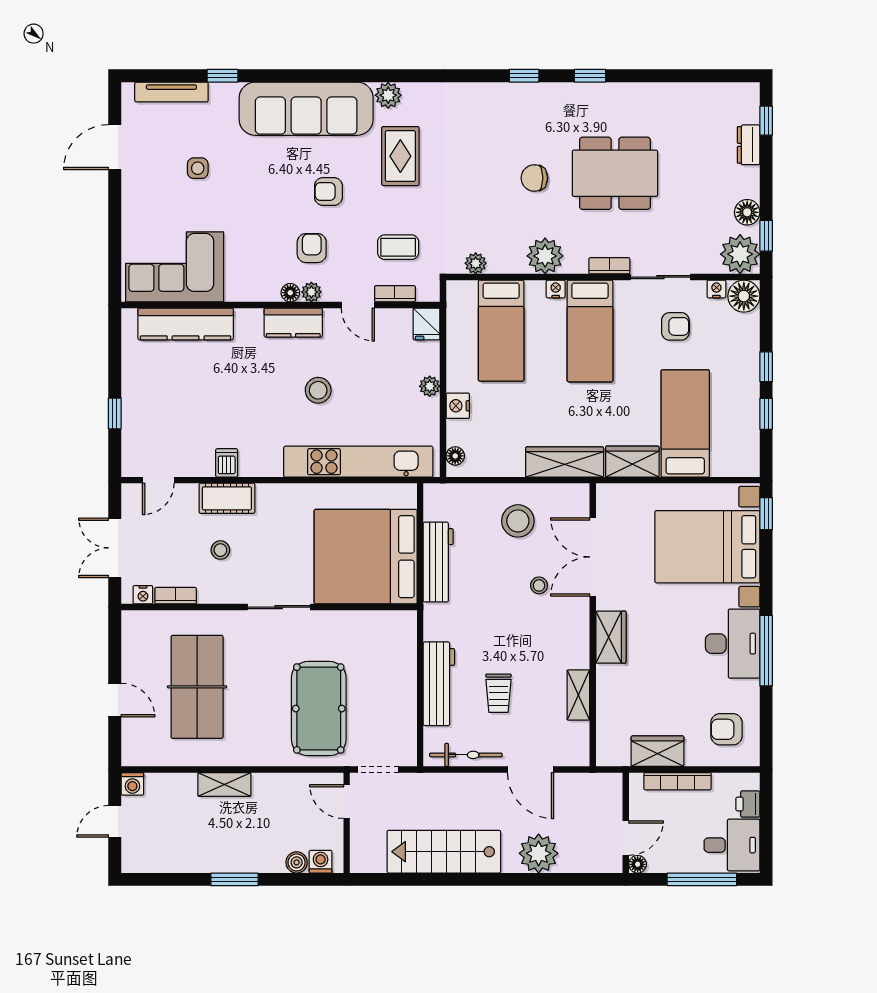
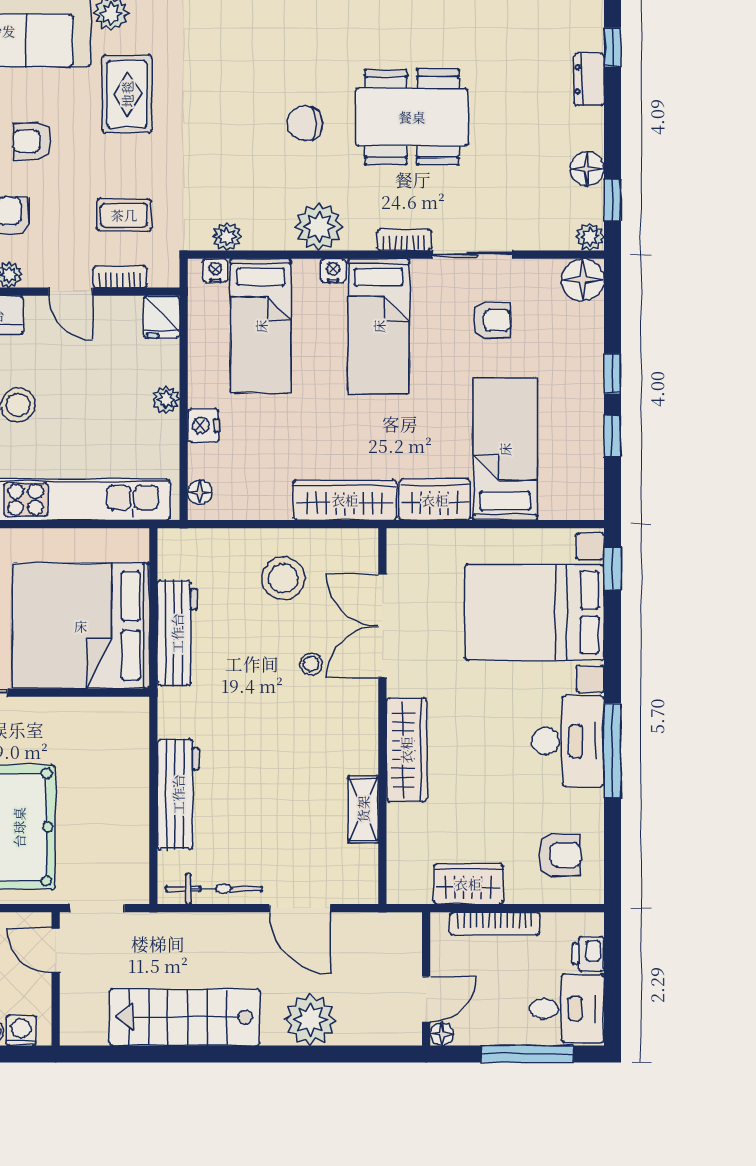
plant: (740, 254) -> (590, 237), width x0.53, depth x0.53
nightstand: (716, 289) -> (215, 270), moved
wardrobe: (611, 637) -> (406, 750), width x1.50
trolley: (498, 693) -> (257, 807), removed
armchair: (726, 729) -> (560, 855), turned 180

